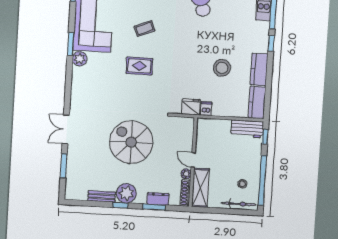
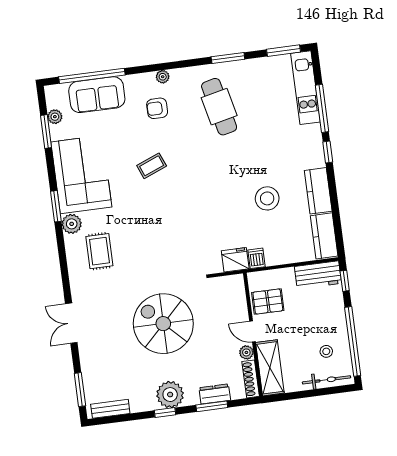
rug: (139, 66) -> (99, 251), moved, turned 90
pallet: (208, 141) -> (268, 301), added
window: (64, 166) -> (80, 390), moved
bench: (102, 196) -> (110, 409), moved

